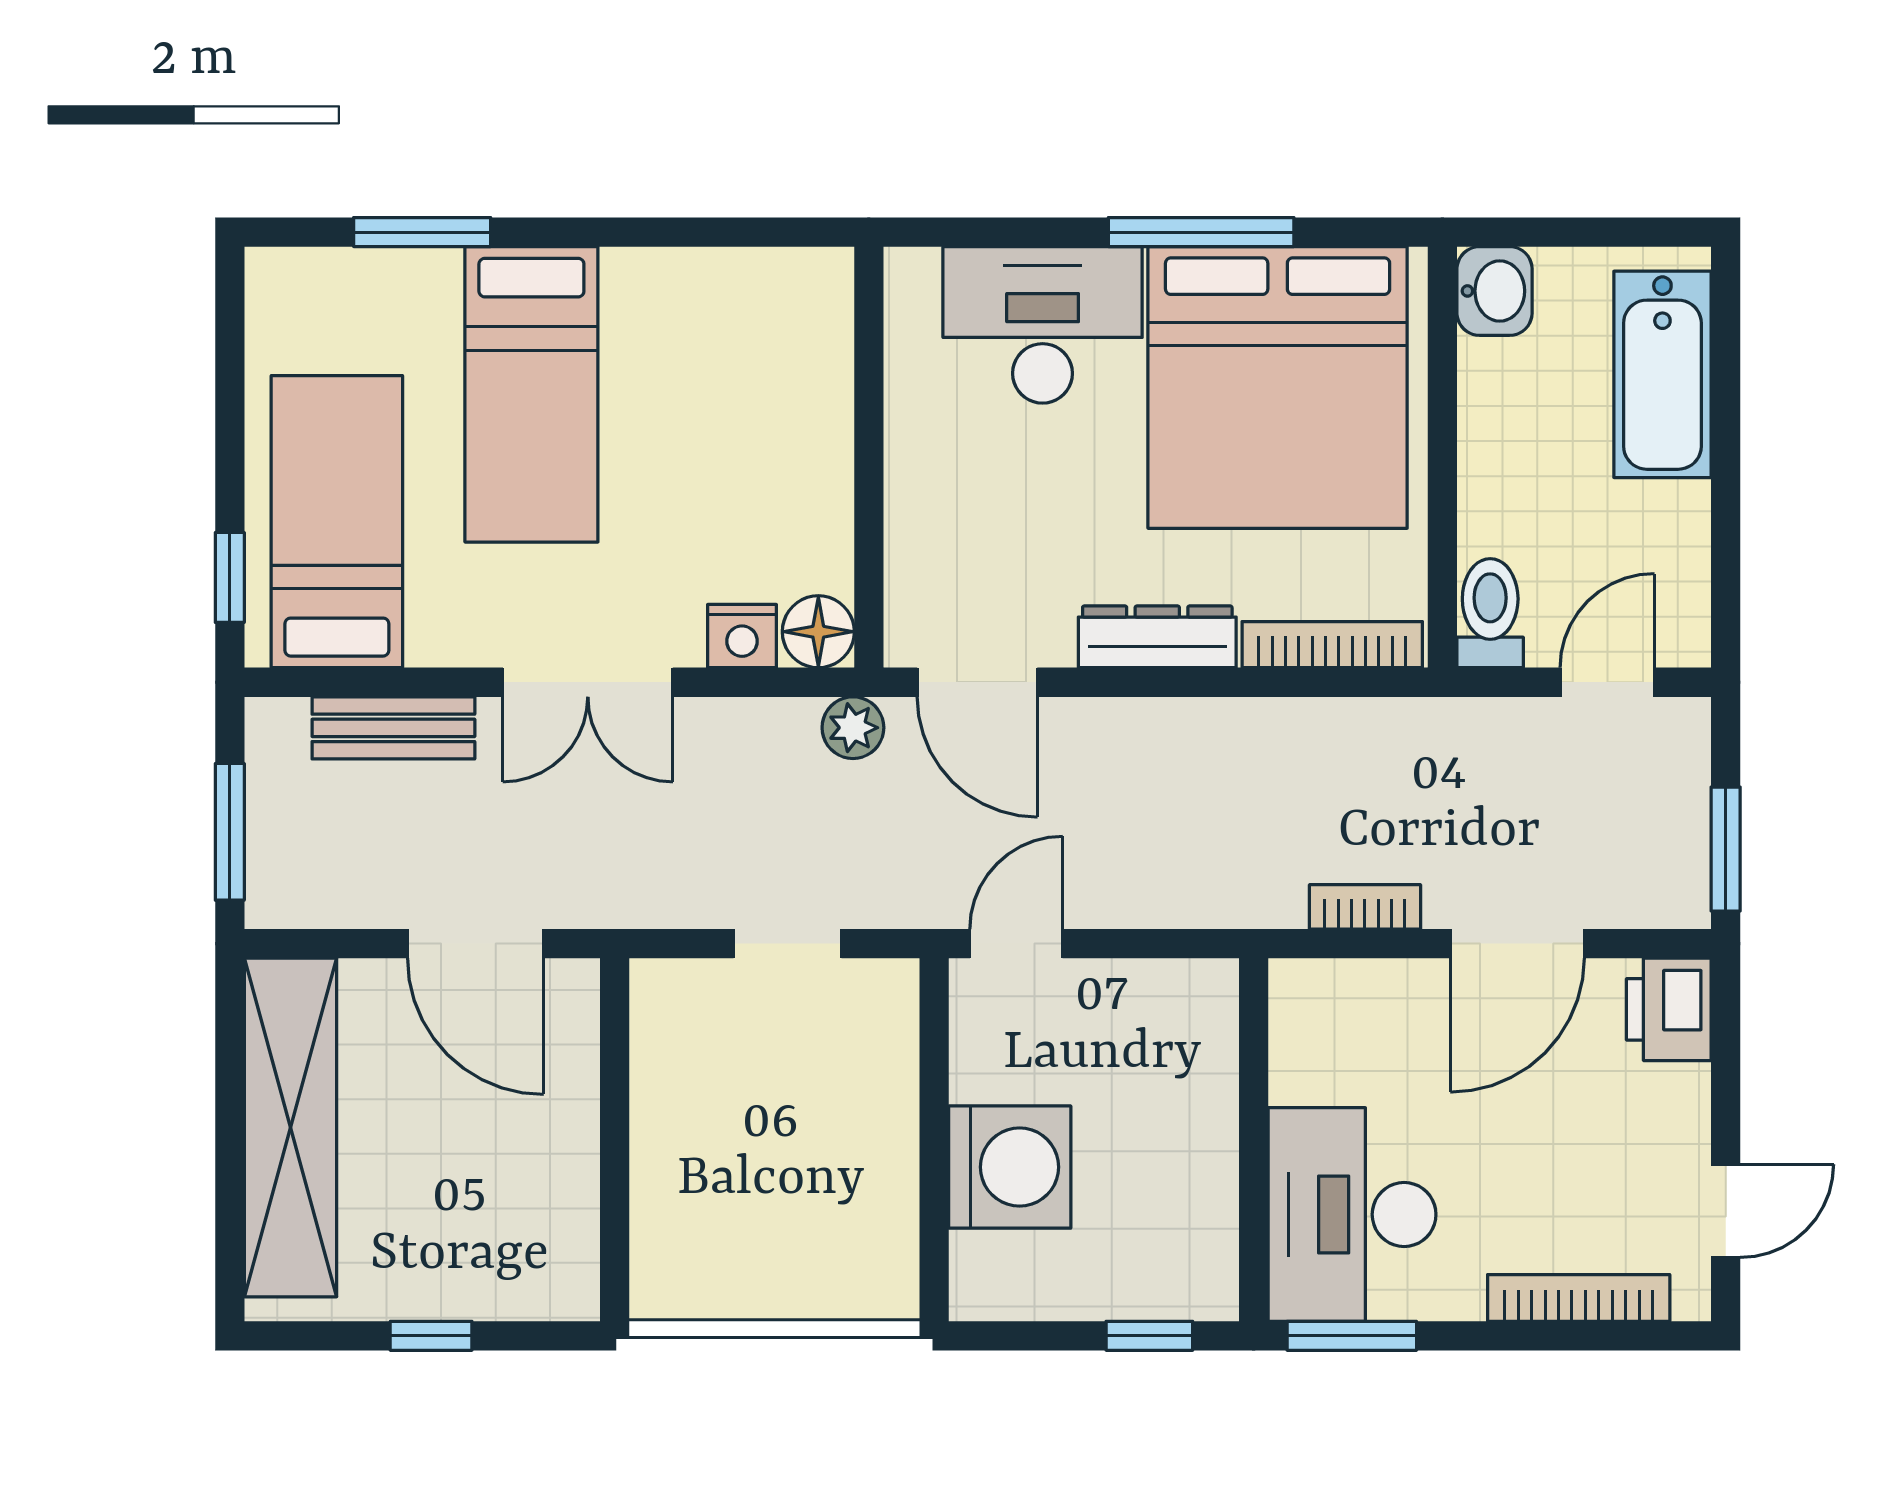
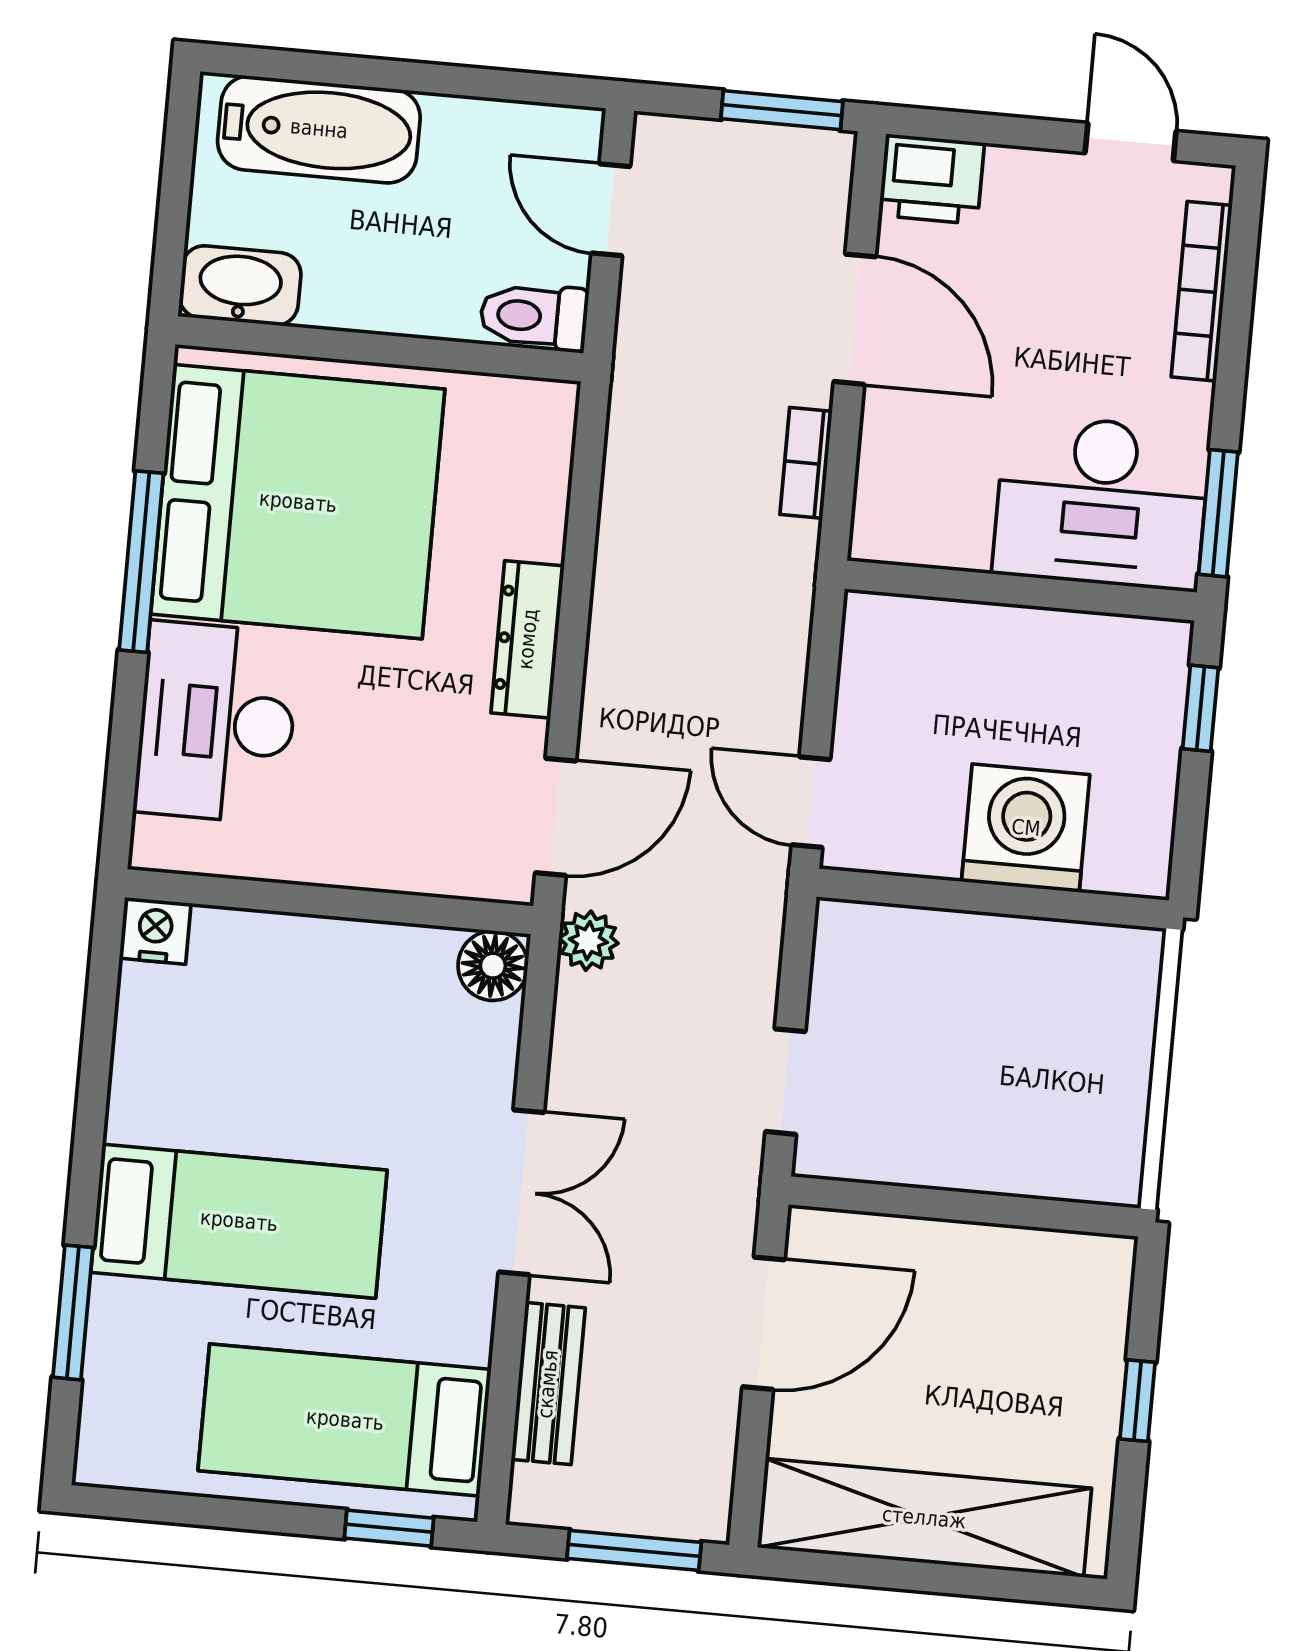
washbasin: (1495, 291) -> (240, 285), width x1.38
nightstand: (742, 636) -> (155, 931), moved, turned -90
bookcase: (1332, 645) -> (550, 471), removed
doorway: (787, 944) -> (785, 1082), moved

